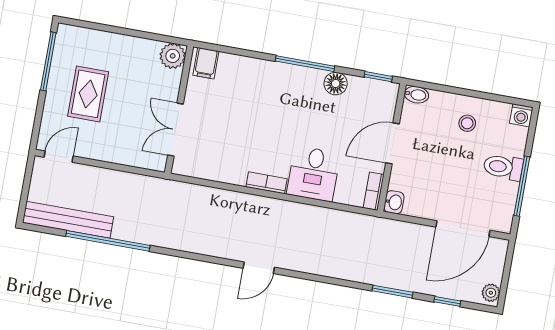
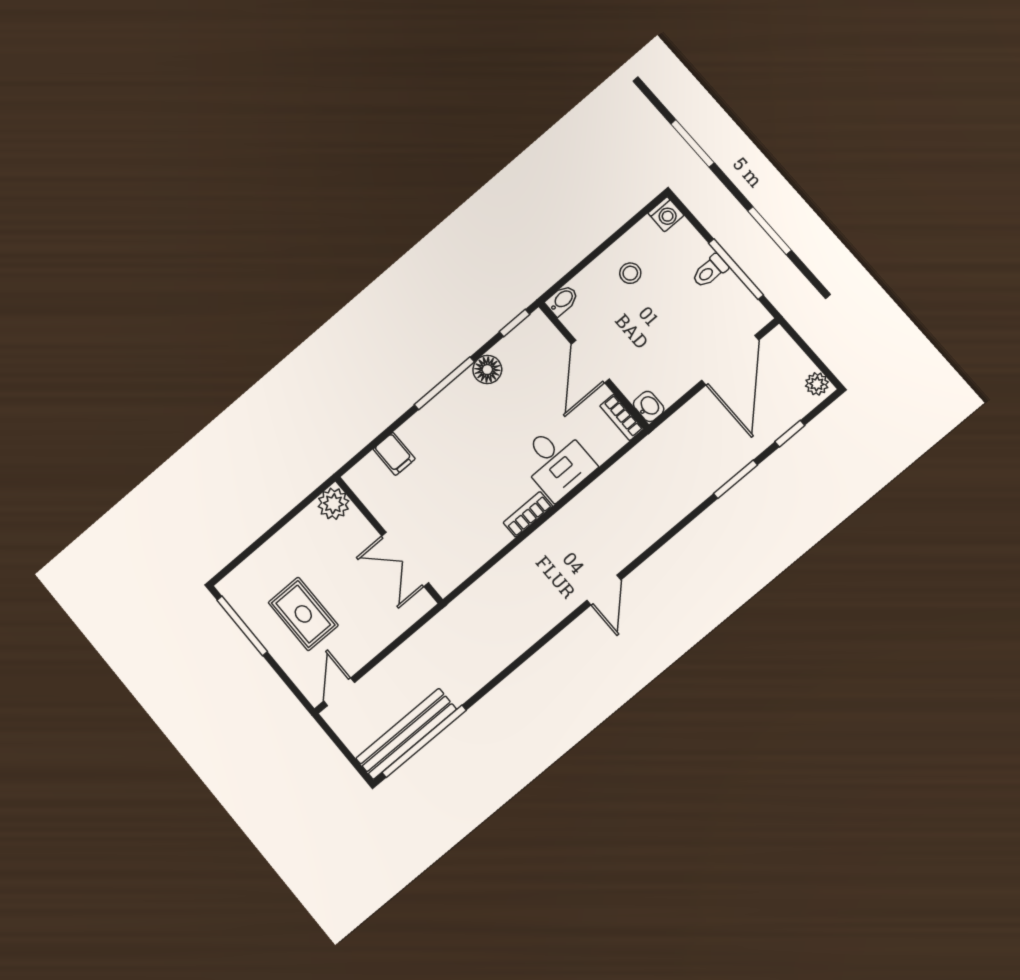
filing cabinet: (206, 63) -> (394, 454), moved
toilet: (503, 167) -> (710, 271), width x0.73, depth x0.72
window: (108, 241) -> (424, 741), moved

